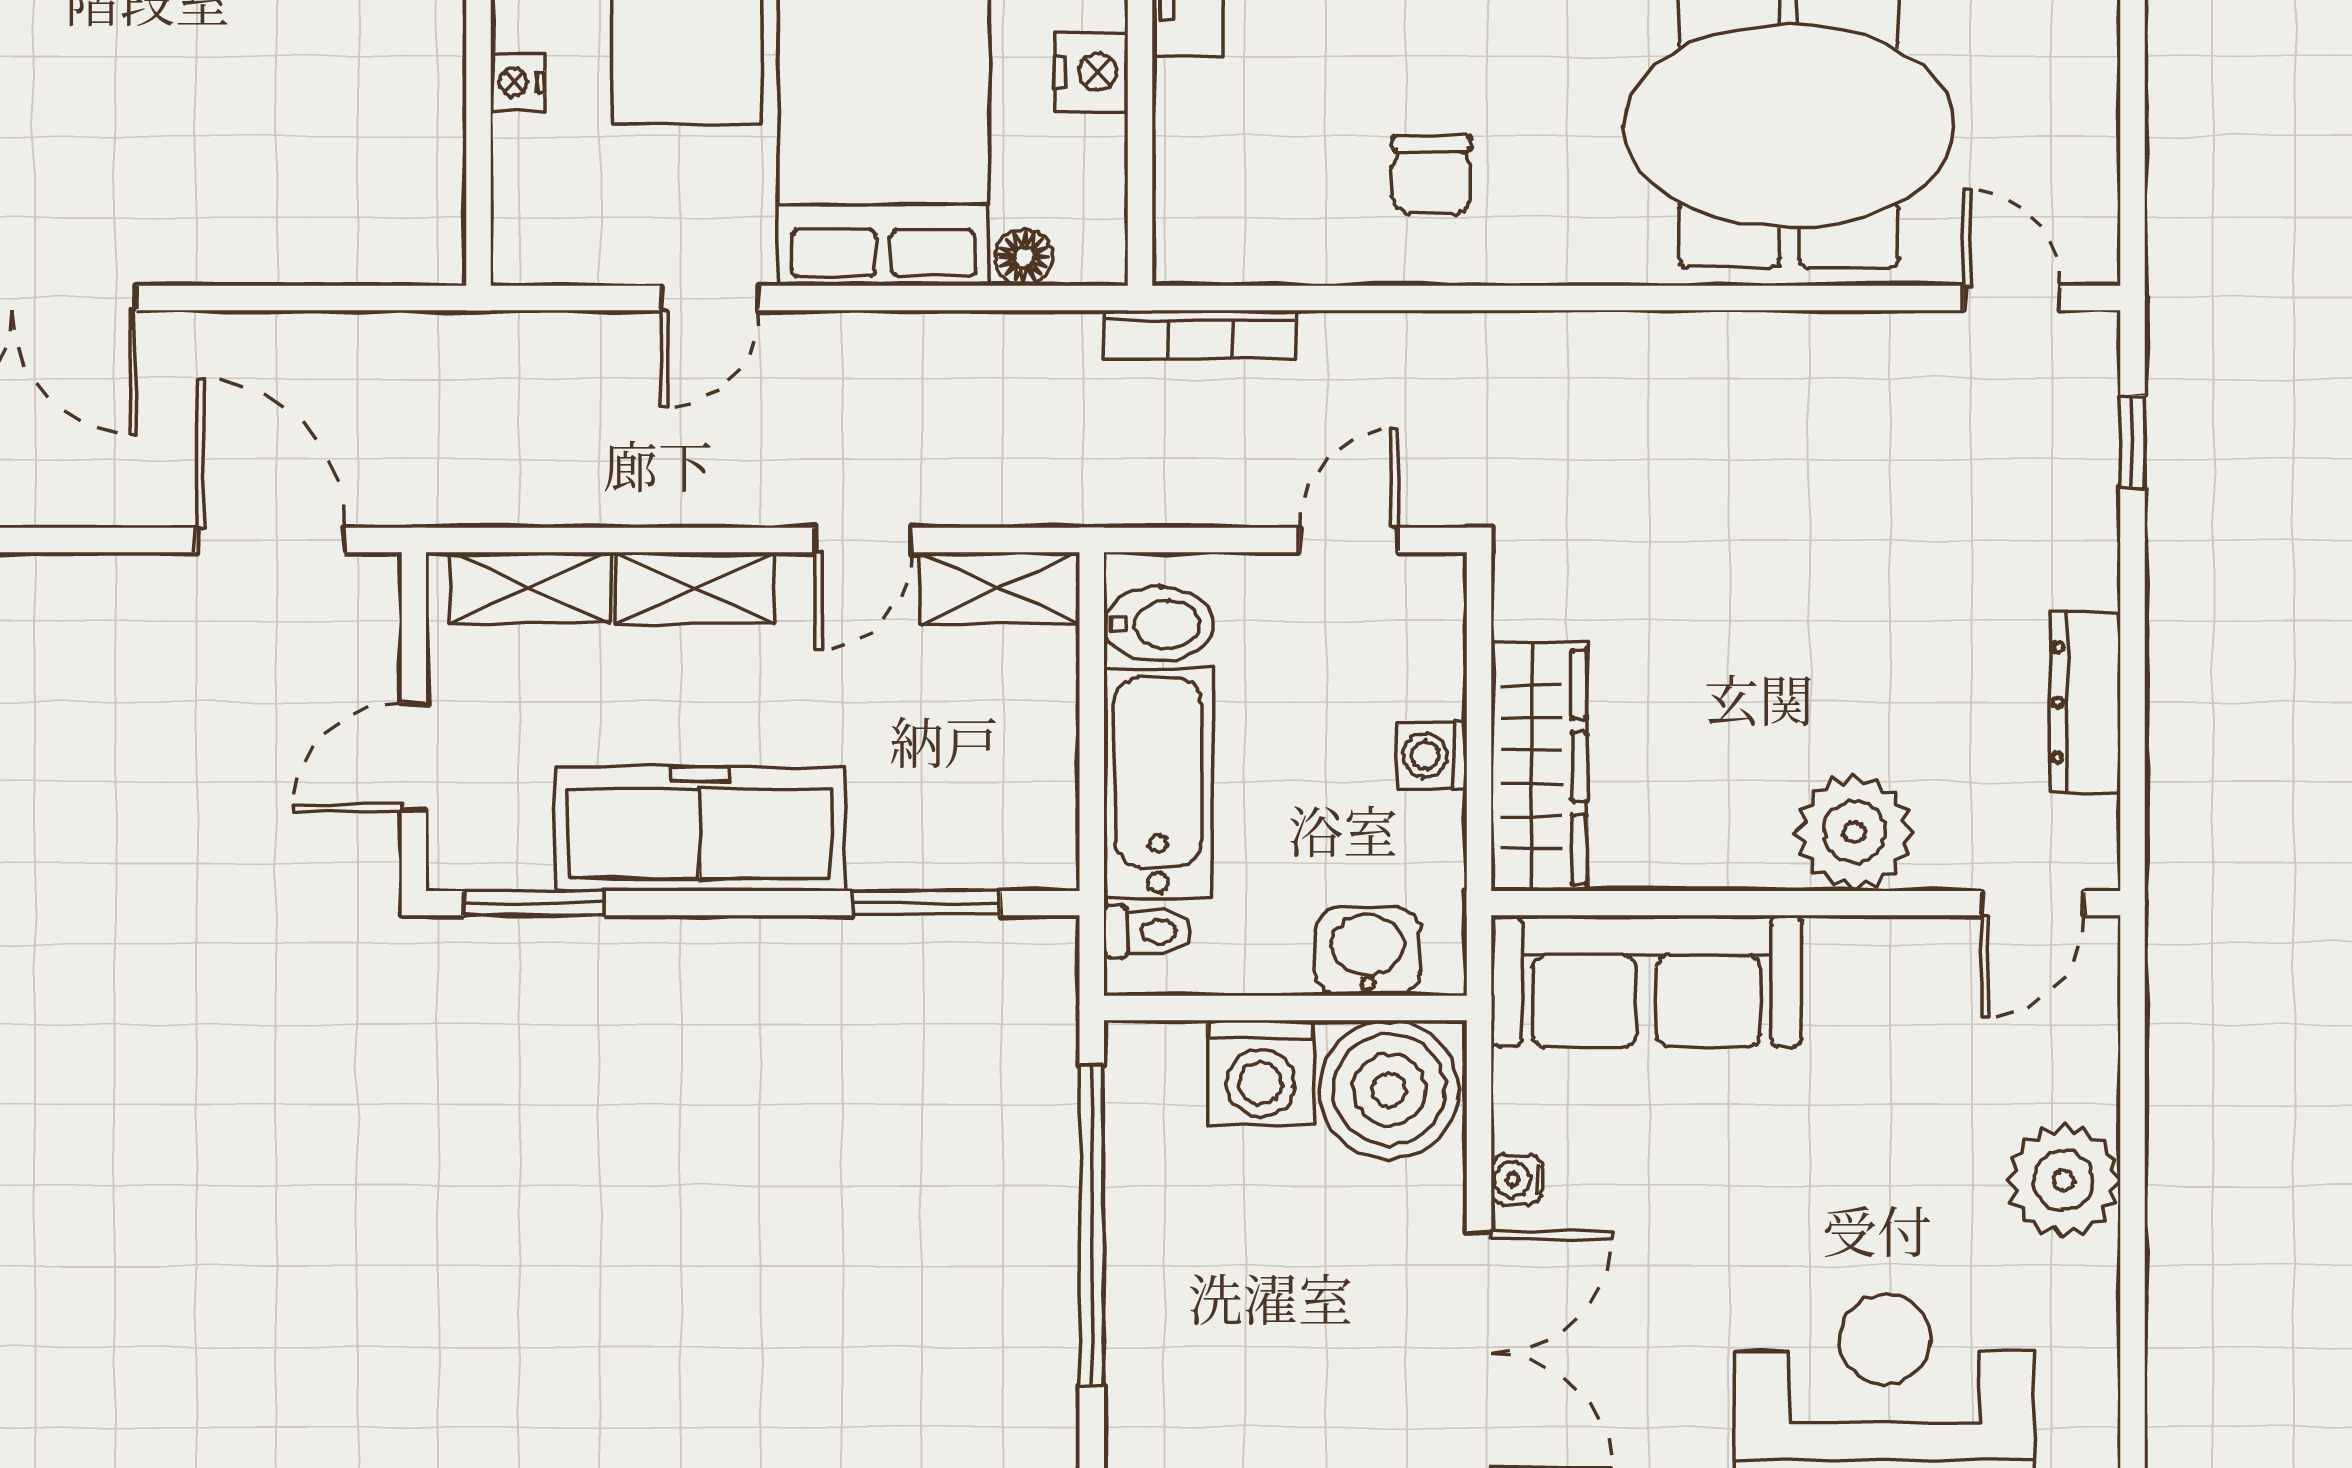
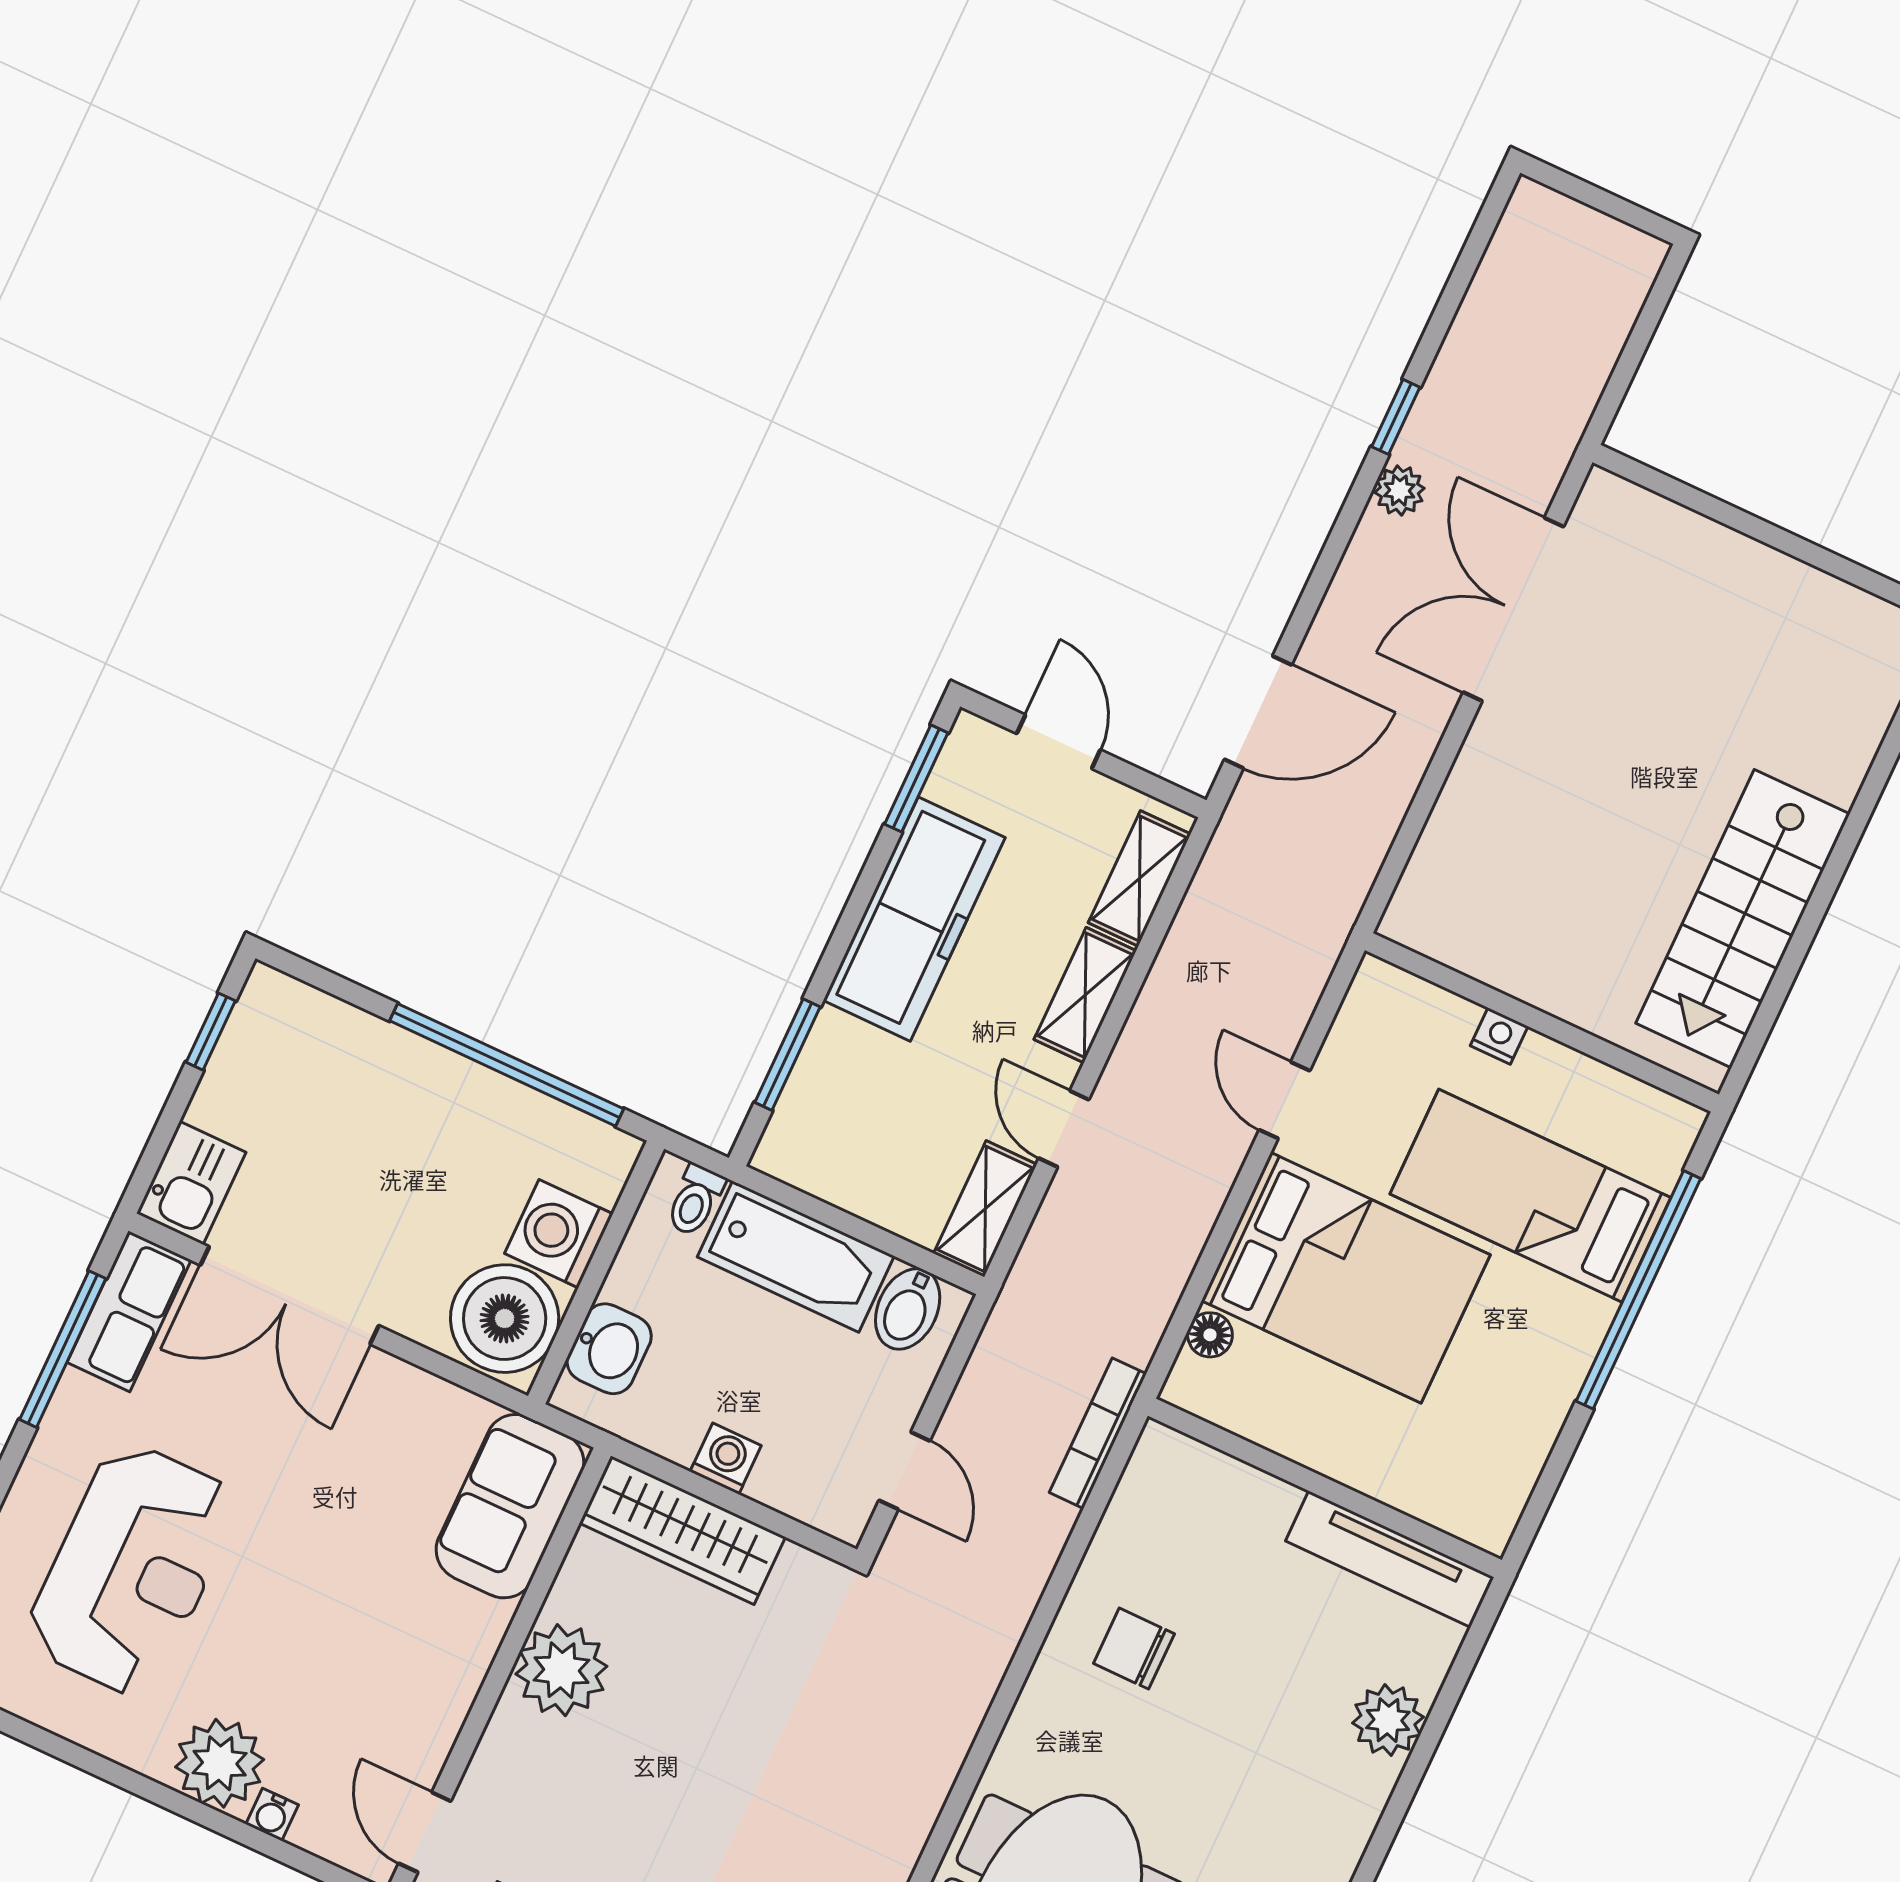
nightstand: (1092, 72) -> (1318, 1443), removed
plant: (1854, 832) -> (561, 1670), moved
sofa: (1646, 981) -> (510, 1506), width x0.73
water cooler: (1517, 1180) -> (272, 1815), moved, turned 180

